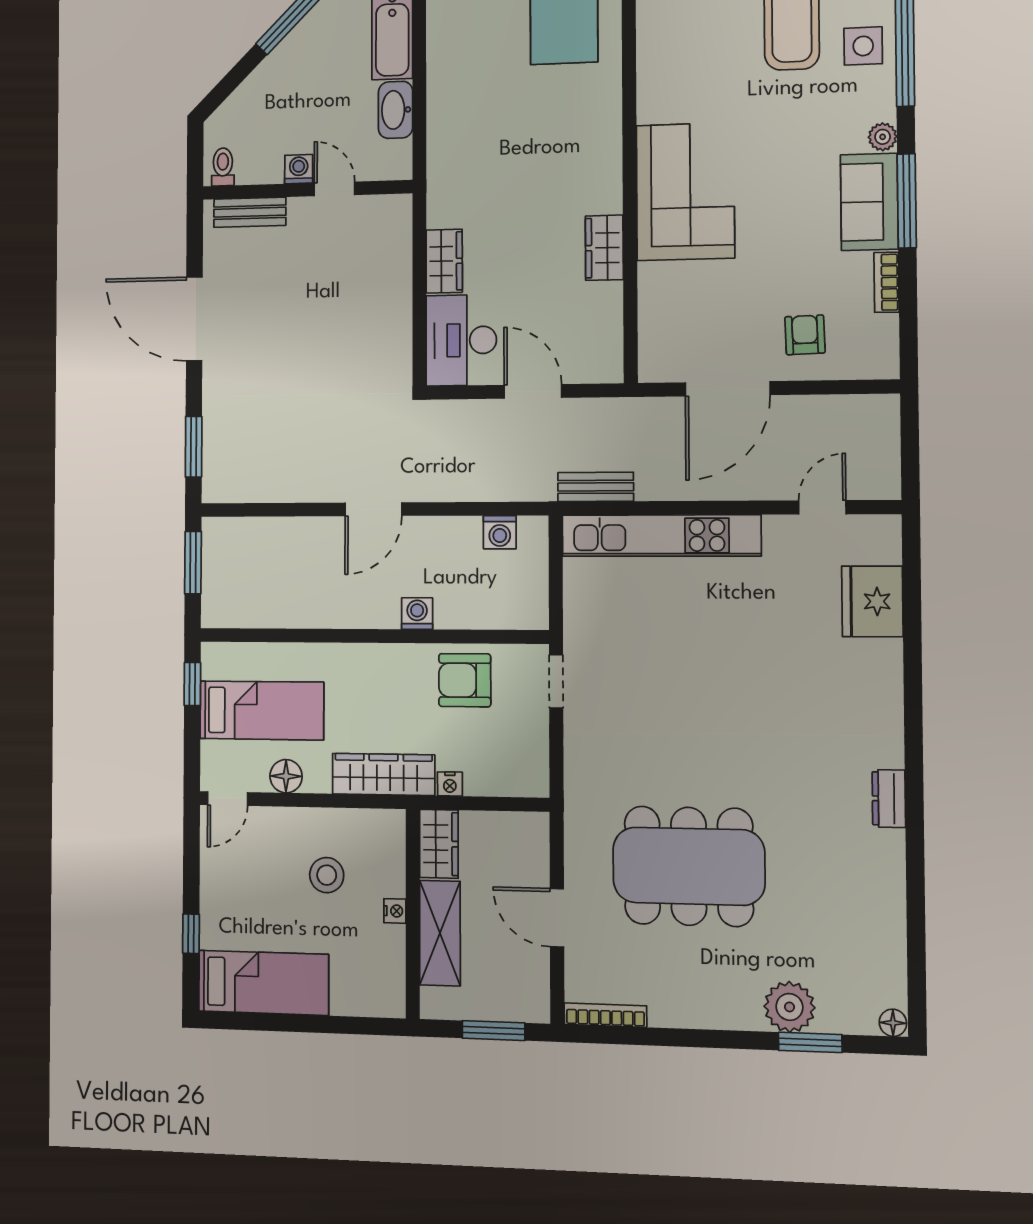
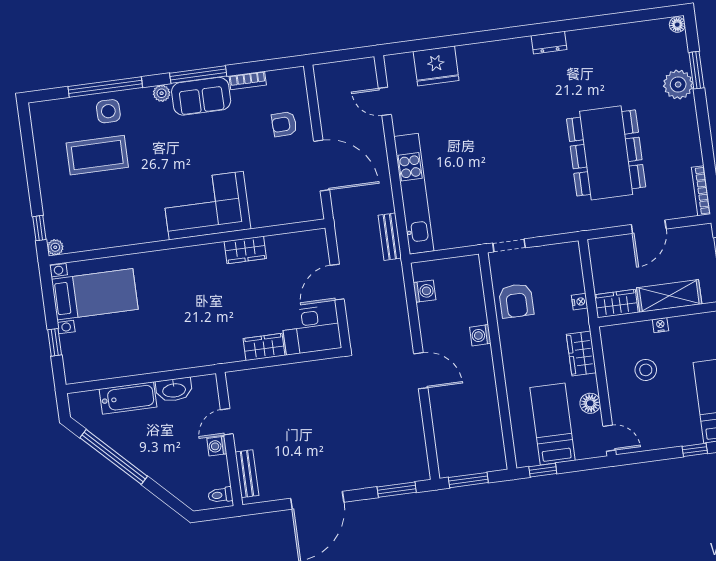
wardrobe: (383, 774) -> (581, 353), width x0.67

